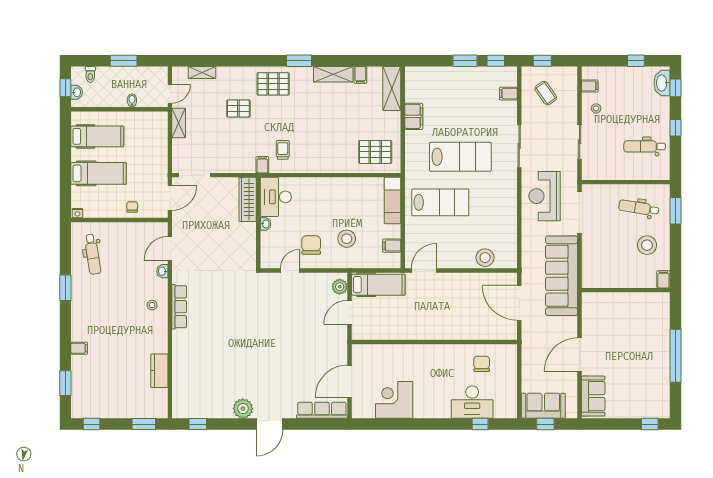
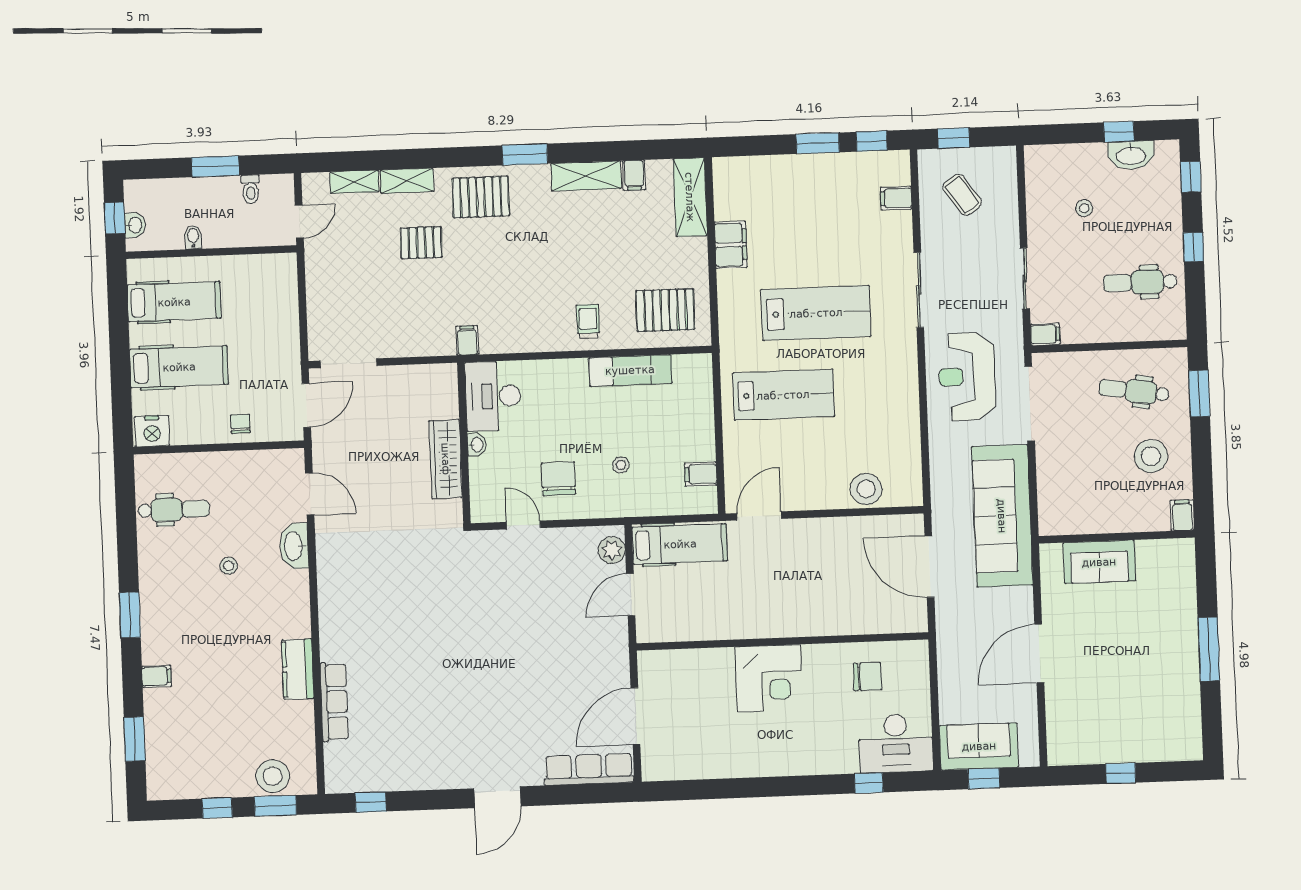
toilet: (90, 75) -> (251, 189), moved
washbasin: (662, 83) -> (1131, 155), moved, turned -90
filing cabinet: (590, 86) -> (1045, 334), moved
bidet: (132, 100) -> (193, 237), moved
stool: (596, 108) -> (1084, 208), moved
shelving: (179, 123) -> (407, 181), moved, turned 90
trolley: (283, 150) -> (588, 321), moved
wardrobe: (248, 199) -> (446, 459), moved
exam couch: (392, 200) -> (630, 370), moved, turned -90
nightstand: (77, 213) -> (152, 431), width x1.89, depth x1.79
stool: (347, 239) -> (621, 465), width x0.53, depth x0.53
door: (170, 248) -> (310, 494), swing flipped
dental chair: (93, 254) -> (174, 510), turned -81
door: (290, 270) -> (523, 525), hinge flipped
washbasin: (162, 271) -> (294, 546), width x1.91, depth x1.45
window: (65, 288) -> (130, 615), moved
stool: (152, 305) -> (229, 566), moved
row of seats: (179, 307) -> (334, 702), moved
window: (676, 356) -> (1209, 649), width x0.68
chair: (482, 364) -> (867, 677), turned 90
kitchen counter: (159, 371) -> (298, 669), moved
sofa: (593, 396) -> (1099, 562), moved, turned 90
corner desk: (394, 400) -> (769, 678), moved, turned 180
desk: (472, 402) -> (896, 743), moved
stool: (143, 407) -> (273, 776), added
plant: (243, 409) -> (450, 772), removed
window: (92, 424) -> (217, 808), moved
window: (650, 424) -> (1121, 773), moved

